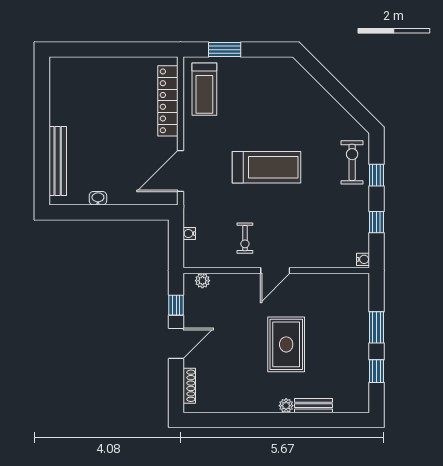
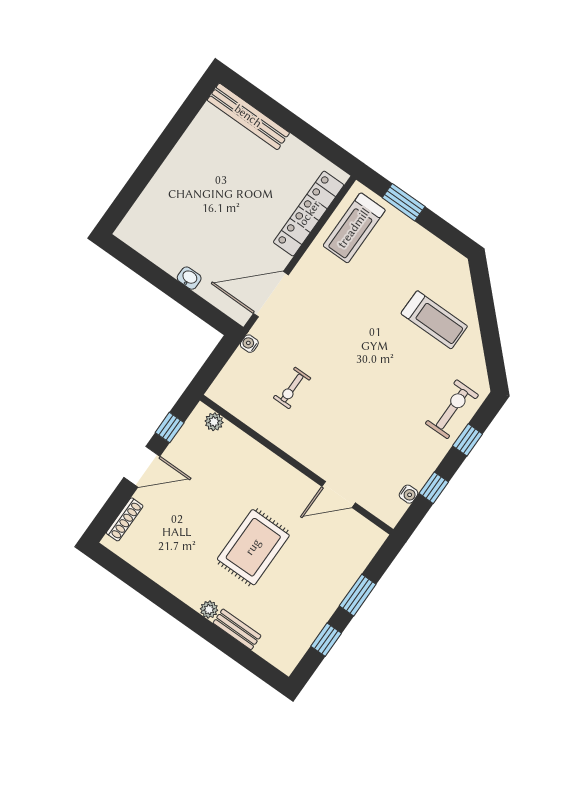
bench: (58, 161) -> (248, 116), moved, turned 90
treadmill: (266, 167) -> (434, 320), moved, width x0.73, depth x0.73
washbasin: (98, 198) -> (189, 278), moved
water cooler: (189, 234) -> (249, 344), moved
exercise bike: (245, 238) -> (292, 388), moved
water cooler: (363, 259) -> (409, 494), moved
door: (275, 271) -> (339, 495), moved

